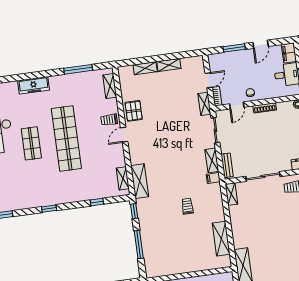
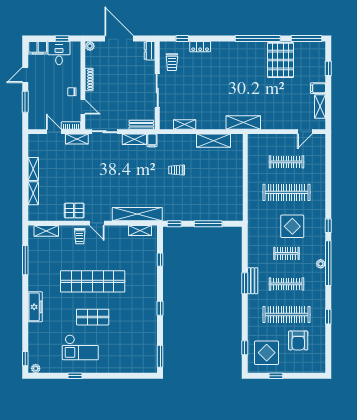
door: (261, 44) -> (25, 75), swing flipped
shelving: (140, 181) -> (137, 214), width x1.47
shelving: (231, 194) -> (185, 124), moved

